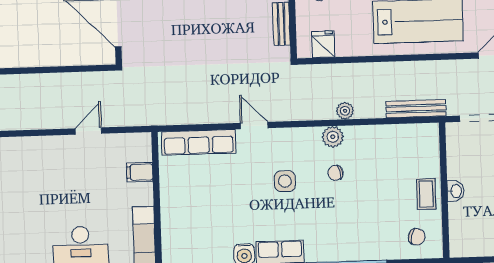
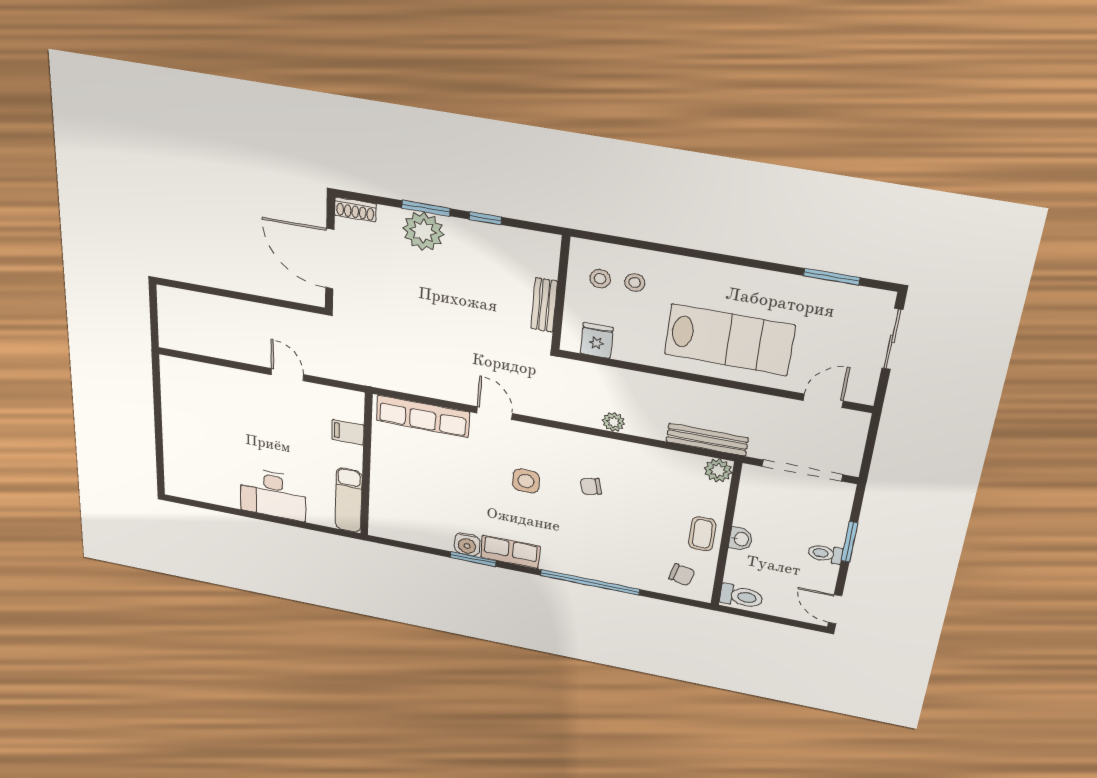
door: (88, 131) -> (287, 375), hinge flipped
plant: (333, 137) -> (718, 470), moved
toilet: (465, 245) -> (741, 596), added

